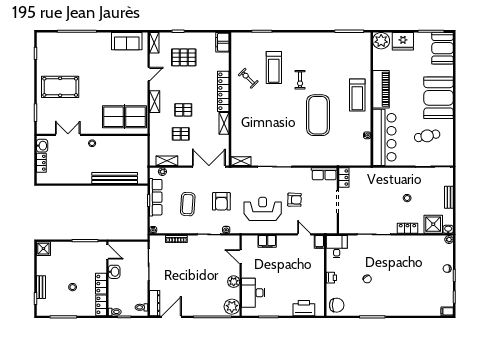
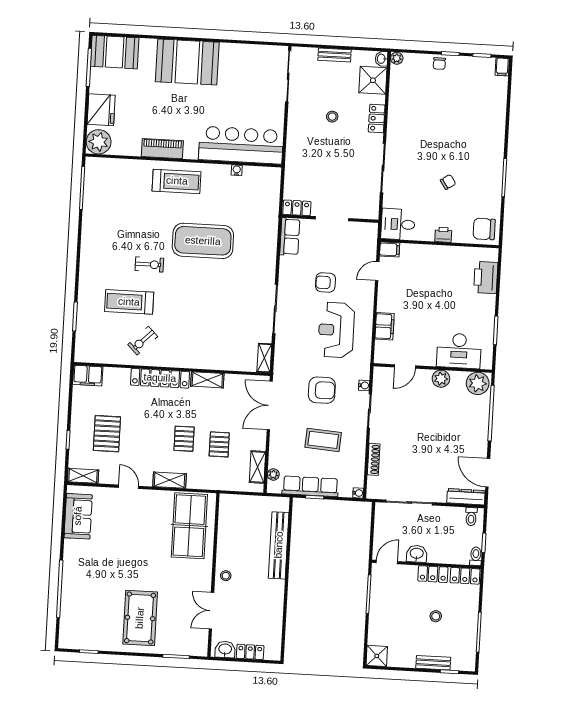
treadmill: (274, 67) -> (129, 302), turned 180
piano: (381, 89) -> (162, 149), width x0.73, depth x0.75
cafe table: (427, 136) -> (242, 82), removed
armchair: (294, 200) -> (325, 282), turned -92
chair: (337, 305) -> (484, 229), turned -90

